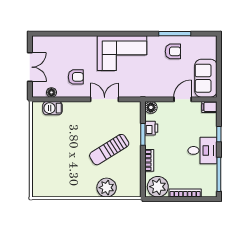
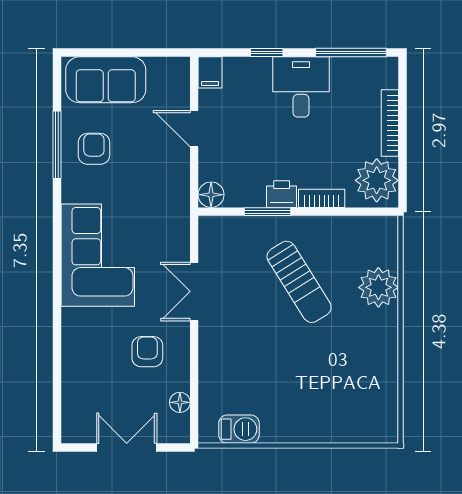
sofa: (206, 78) -> (106, 80), moved
barbecue: (53, 108) -> (239, 429), moved, turned -90
printer: (151, 128) -> (282, 194), moved

